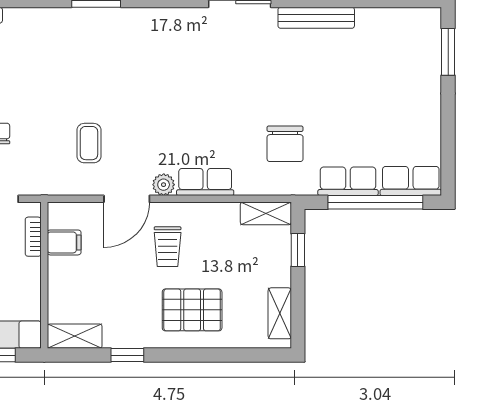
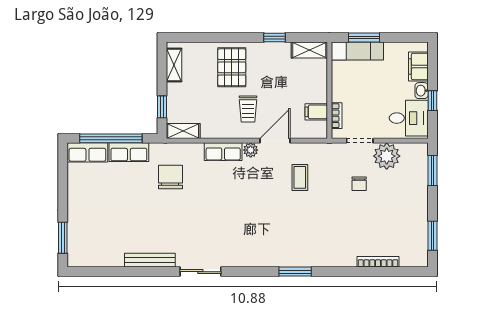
trolley: (168, 247) -> (248, 109), turned 180
pallet: (192, 310) -> (232, 67), turned 90

